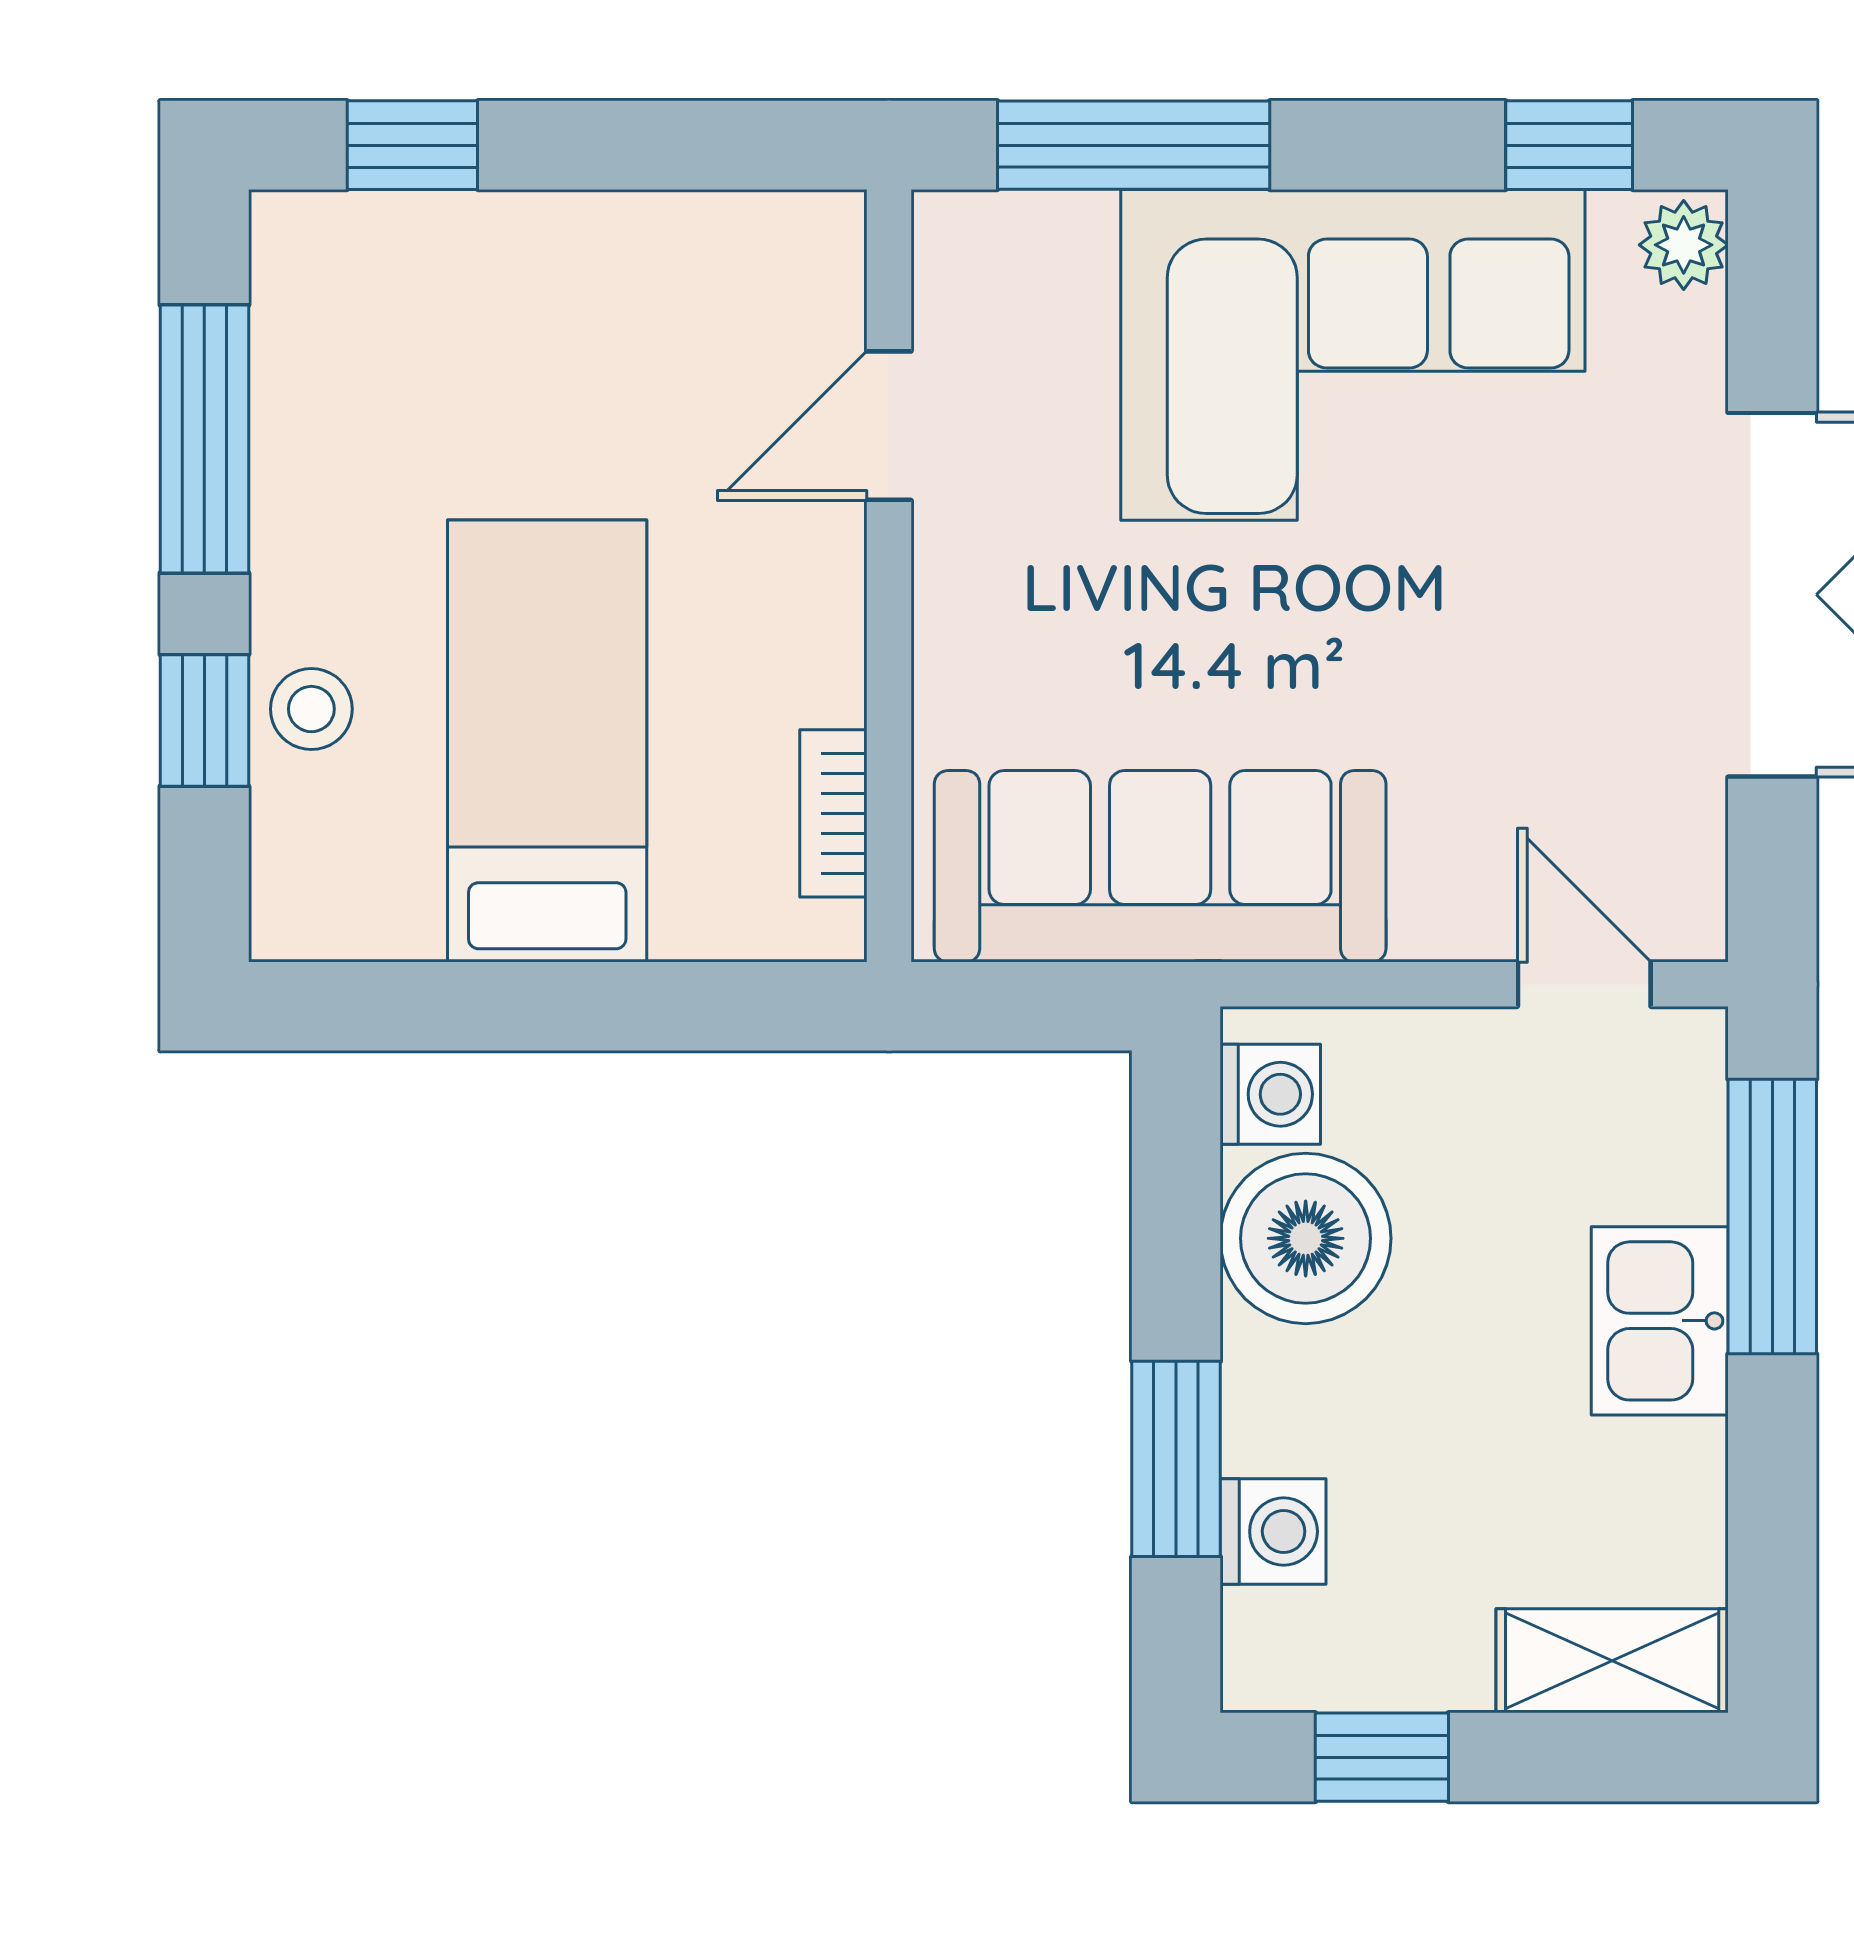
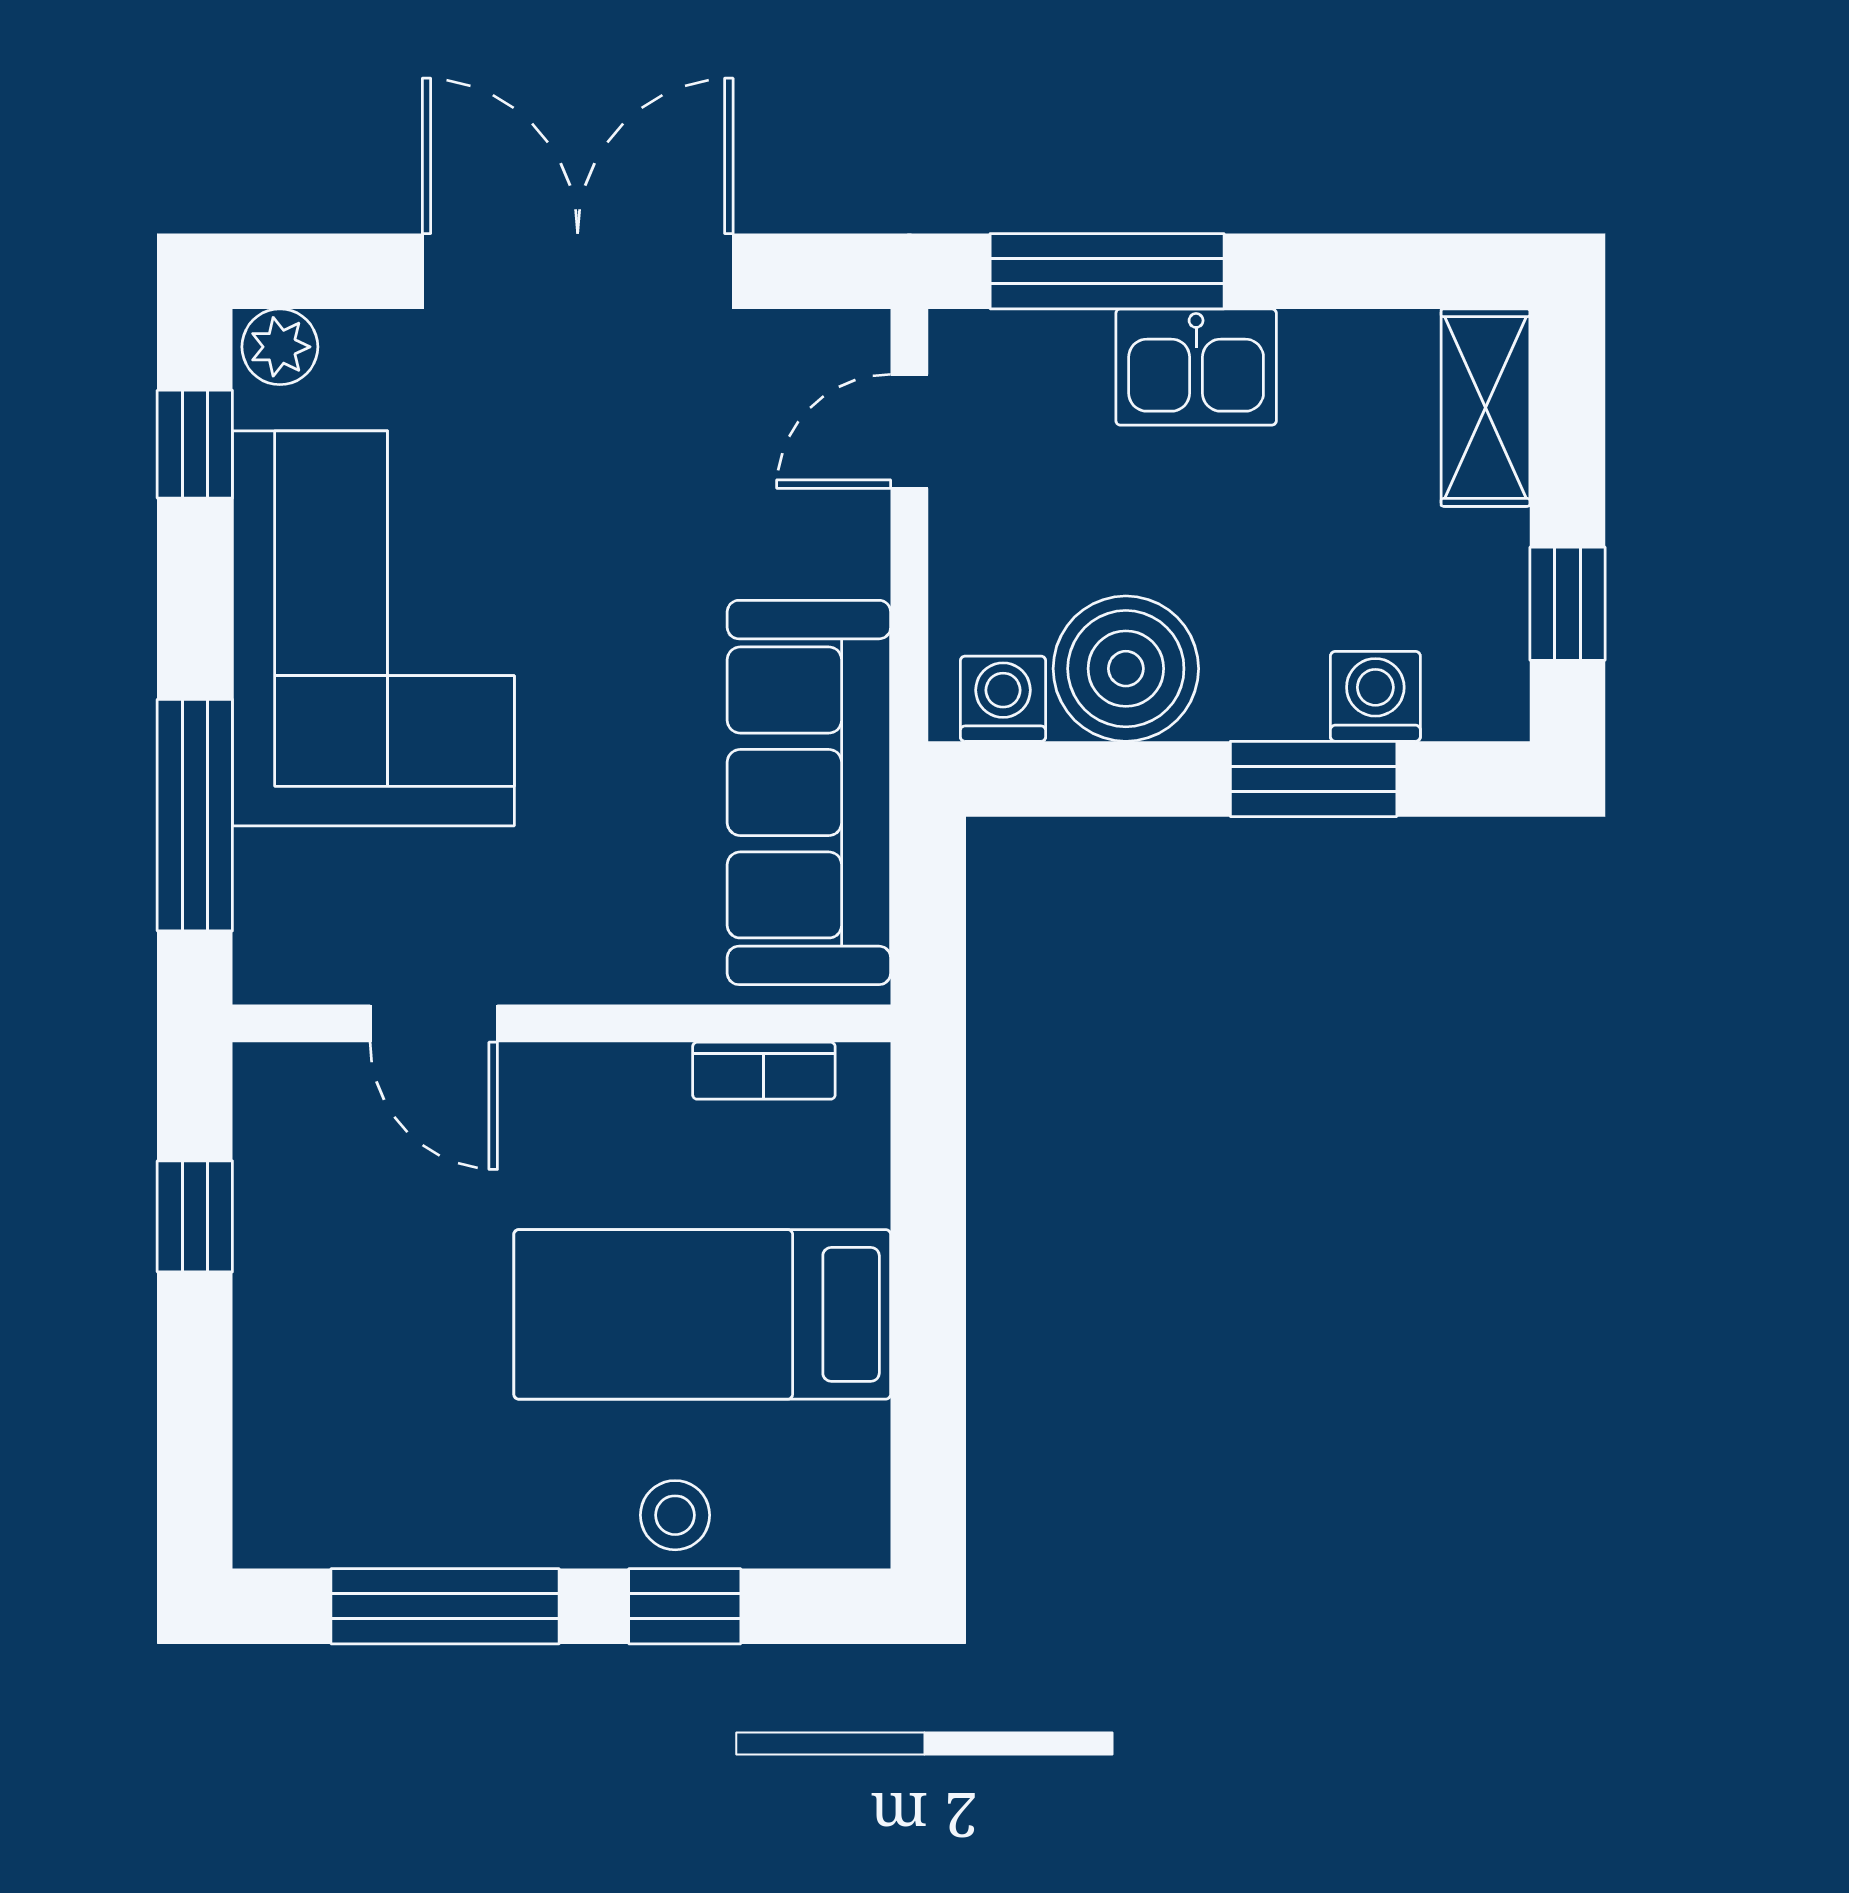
window: (412, 145) -> (195, 1216), moved

